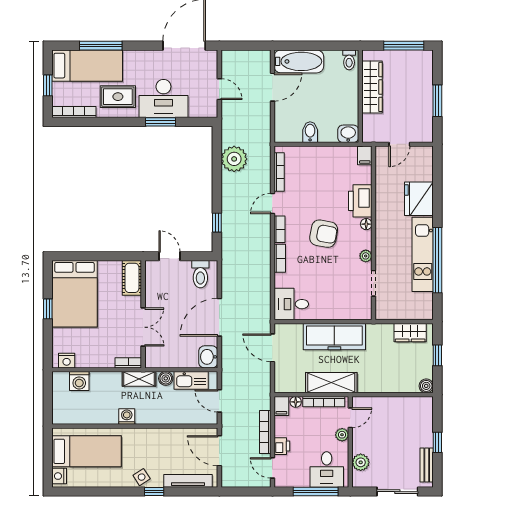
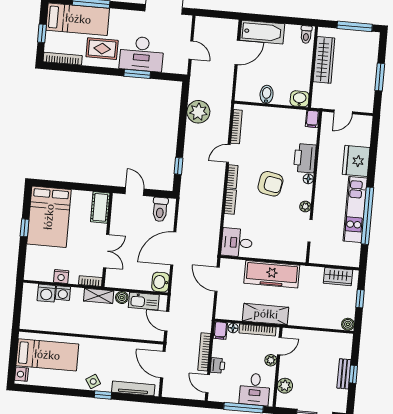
nightstand: (67, 361) -> (61, 277), moved
washing machine: (127, 417) -> (63, 293), moved, turned 180
bench: (427, 465) -> (344, 374), moved

